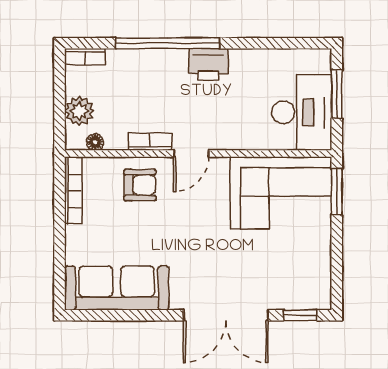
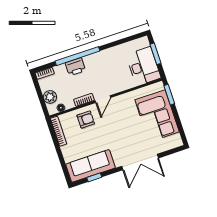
printer: (208, 64) -> (75, 67), moved
corner sofa: (281, 193) -> (157, 116), moved, turned 90
window: (300, 315) -> (94, 177), moved

